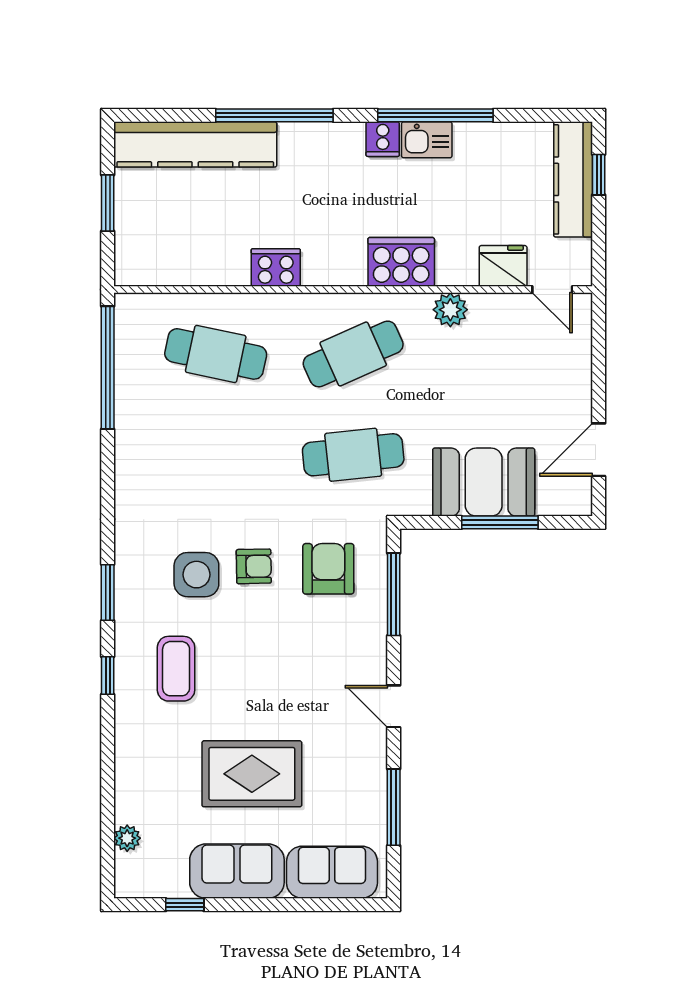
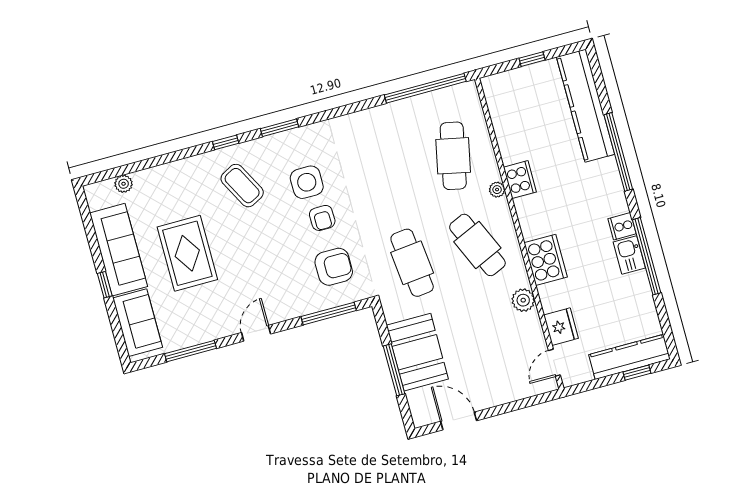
window: (108, 203) -> (532, 59), width x0.67
plant: (281, 304) -> (497, 190), added
coffee table: (176, 669) -> (242, 186), turned 62
sofa: (237, 871) -> (119, 250), width x1.36
window: (185, 905) -> (105, 285), moved

